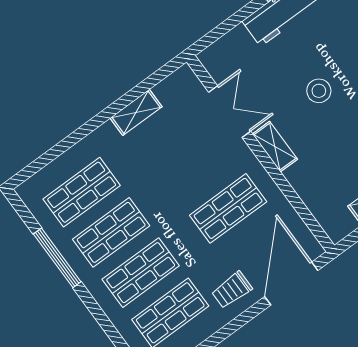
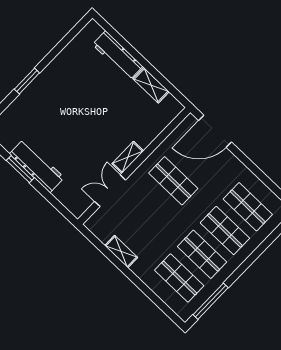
stool: (319, 91) -> (87, 135), removed
window: (57, 258) -> (211, 301), moved
trolley: (232, 290) -> (226, 169), removed

